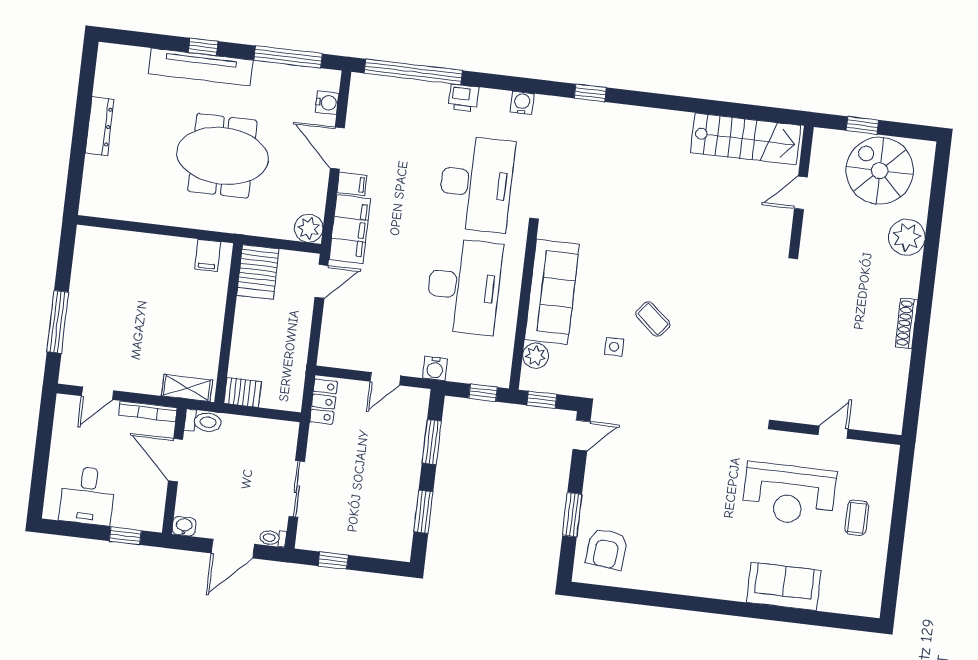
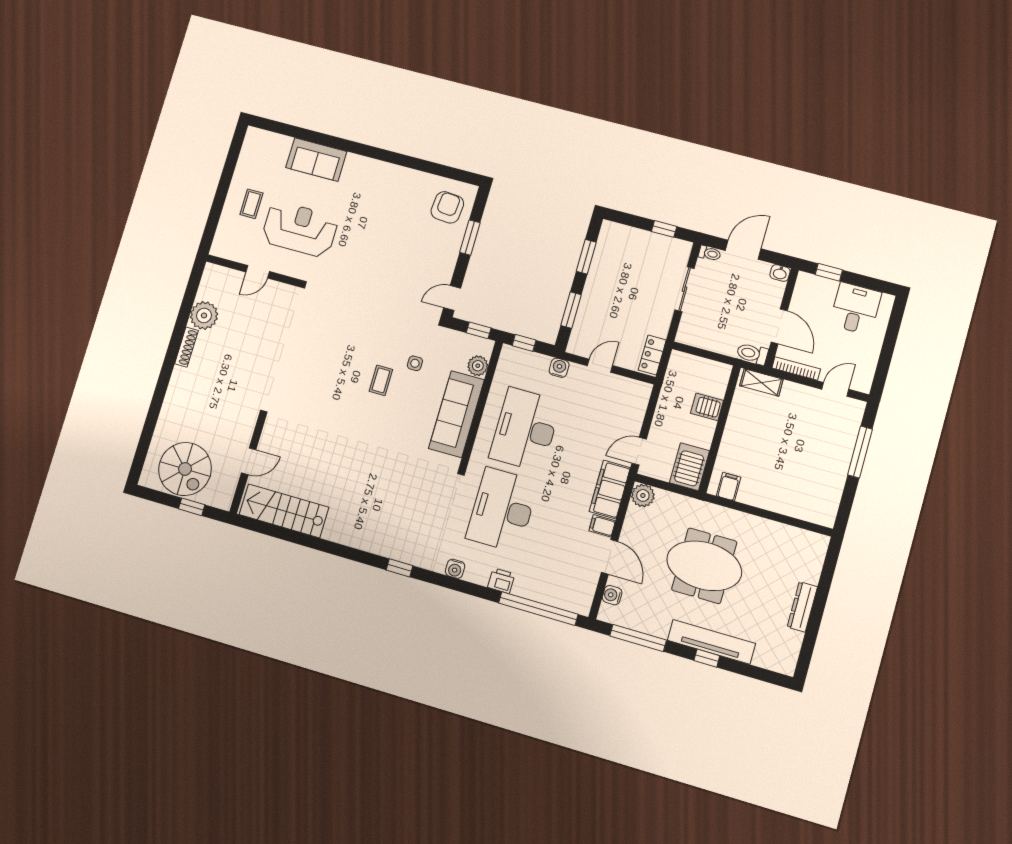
plant: (907, 237) -> (204, 315), moved
coffee table: (653, 319) -> (381, 380), turned 50
server rack: (243, 392) -> (707, 407), moved

